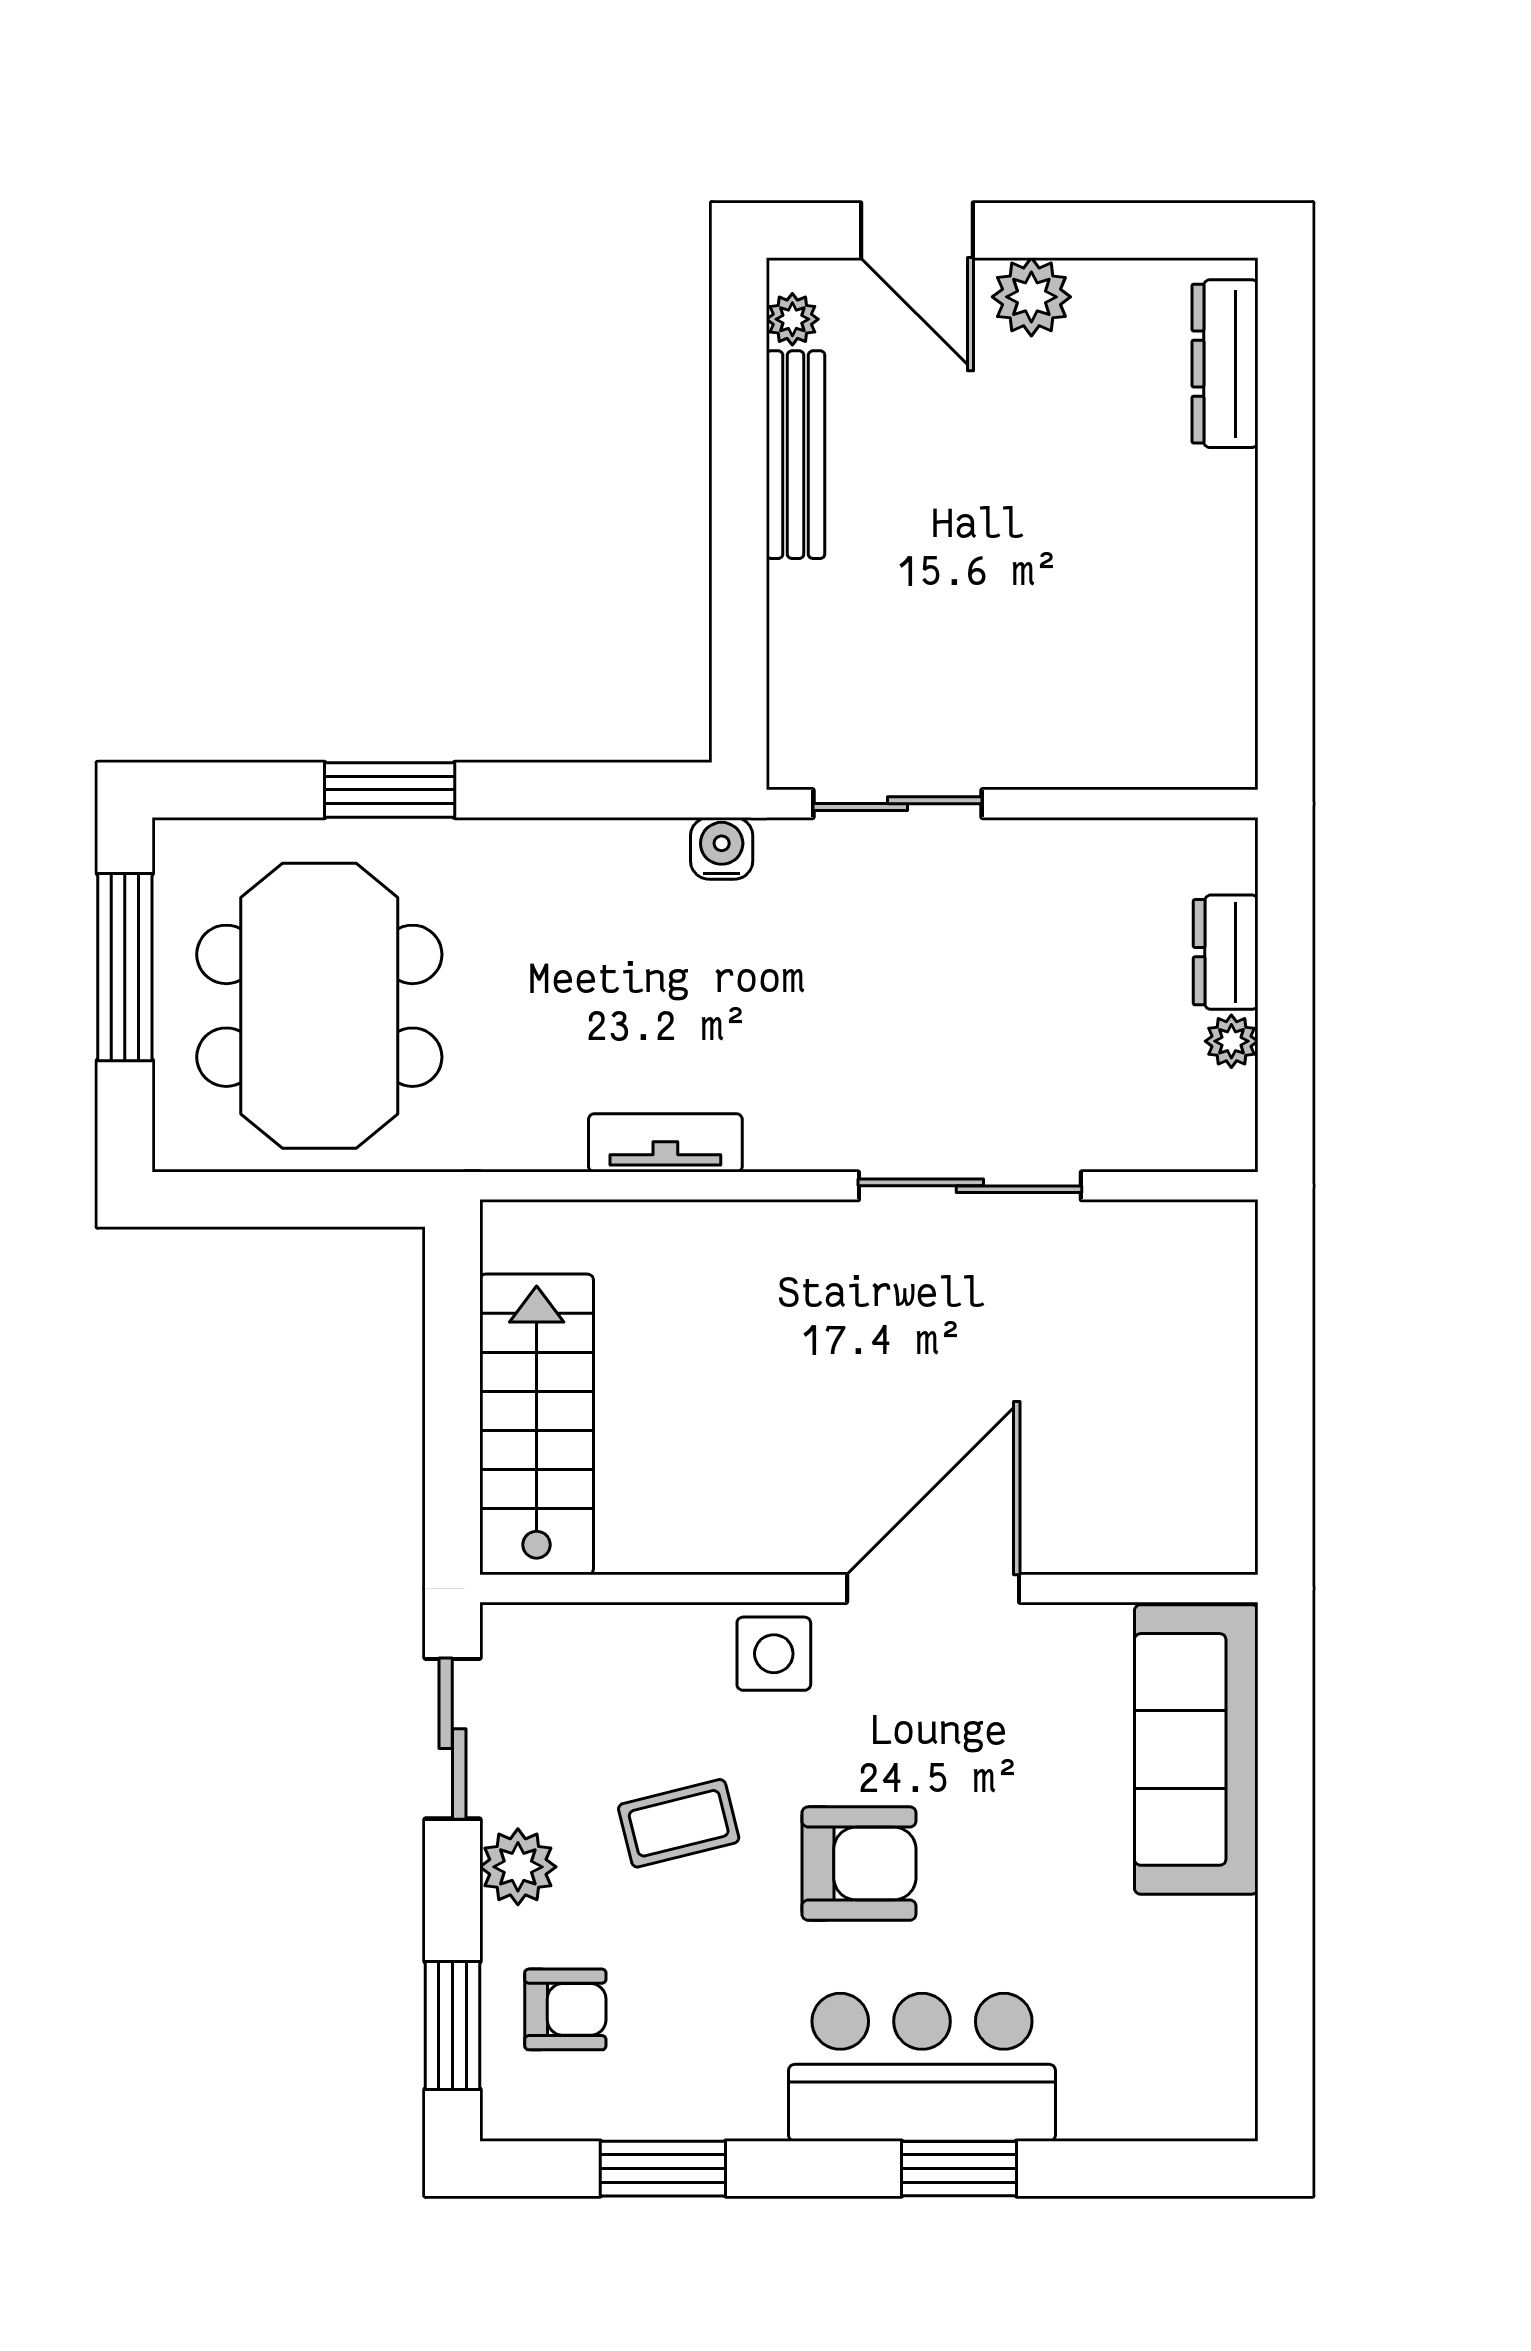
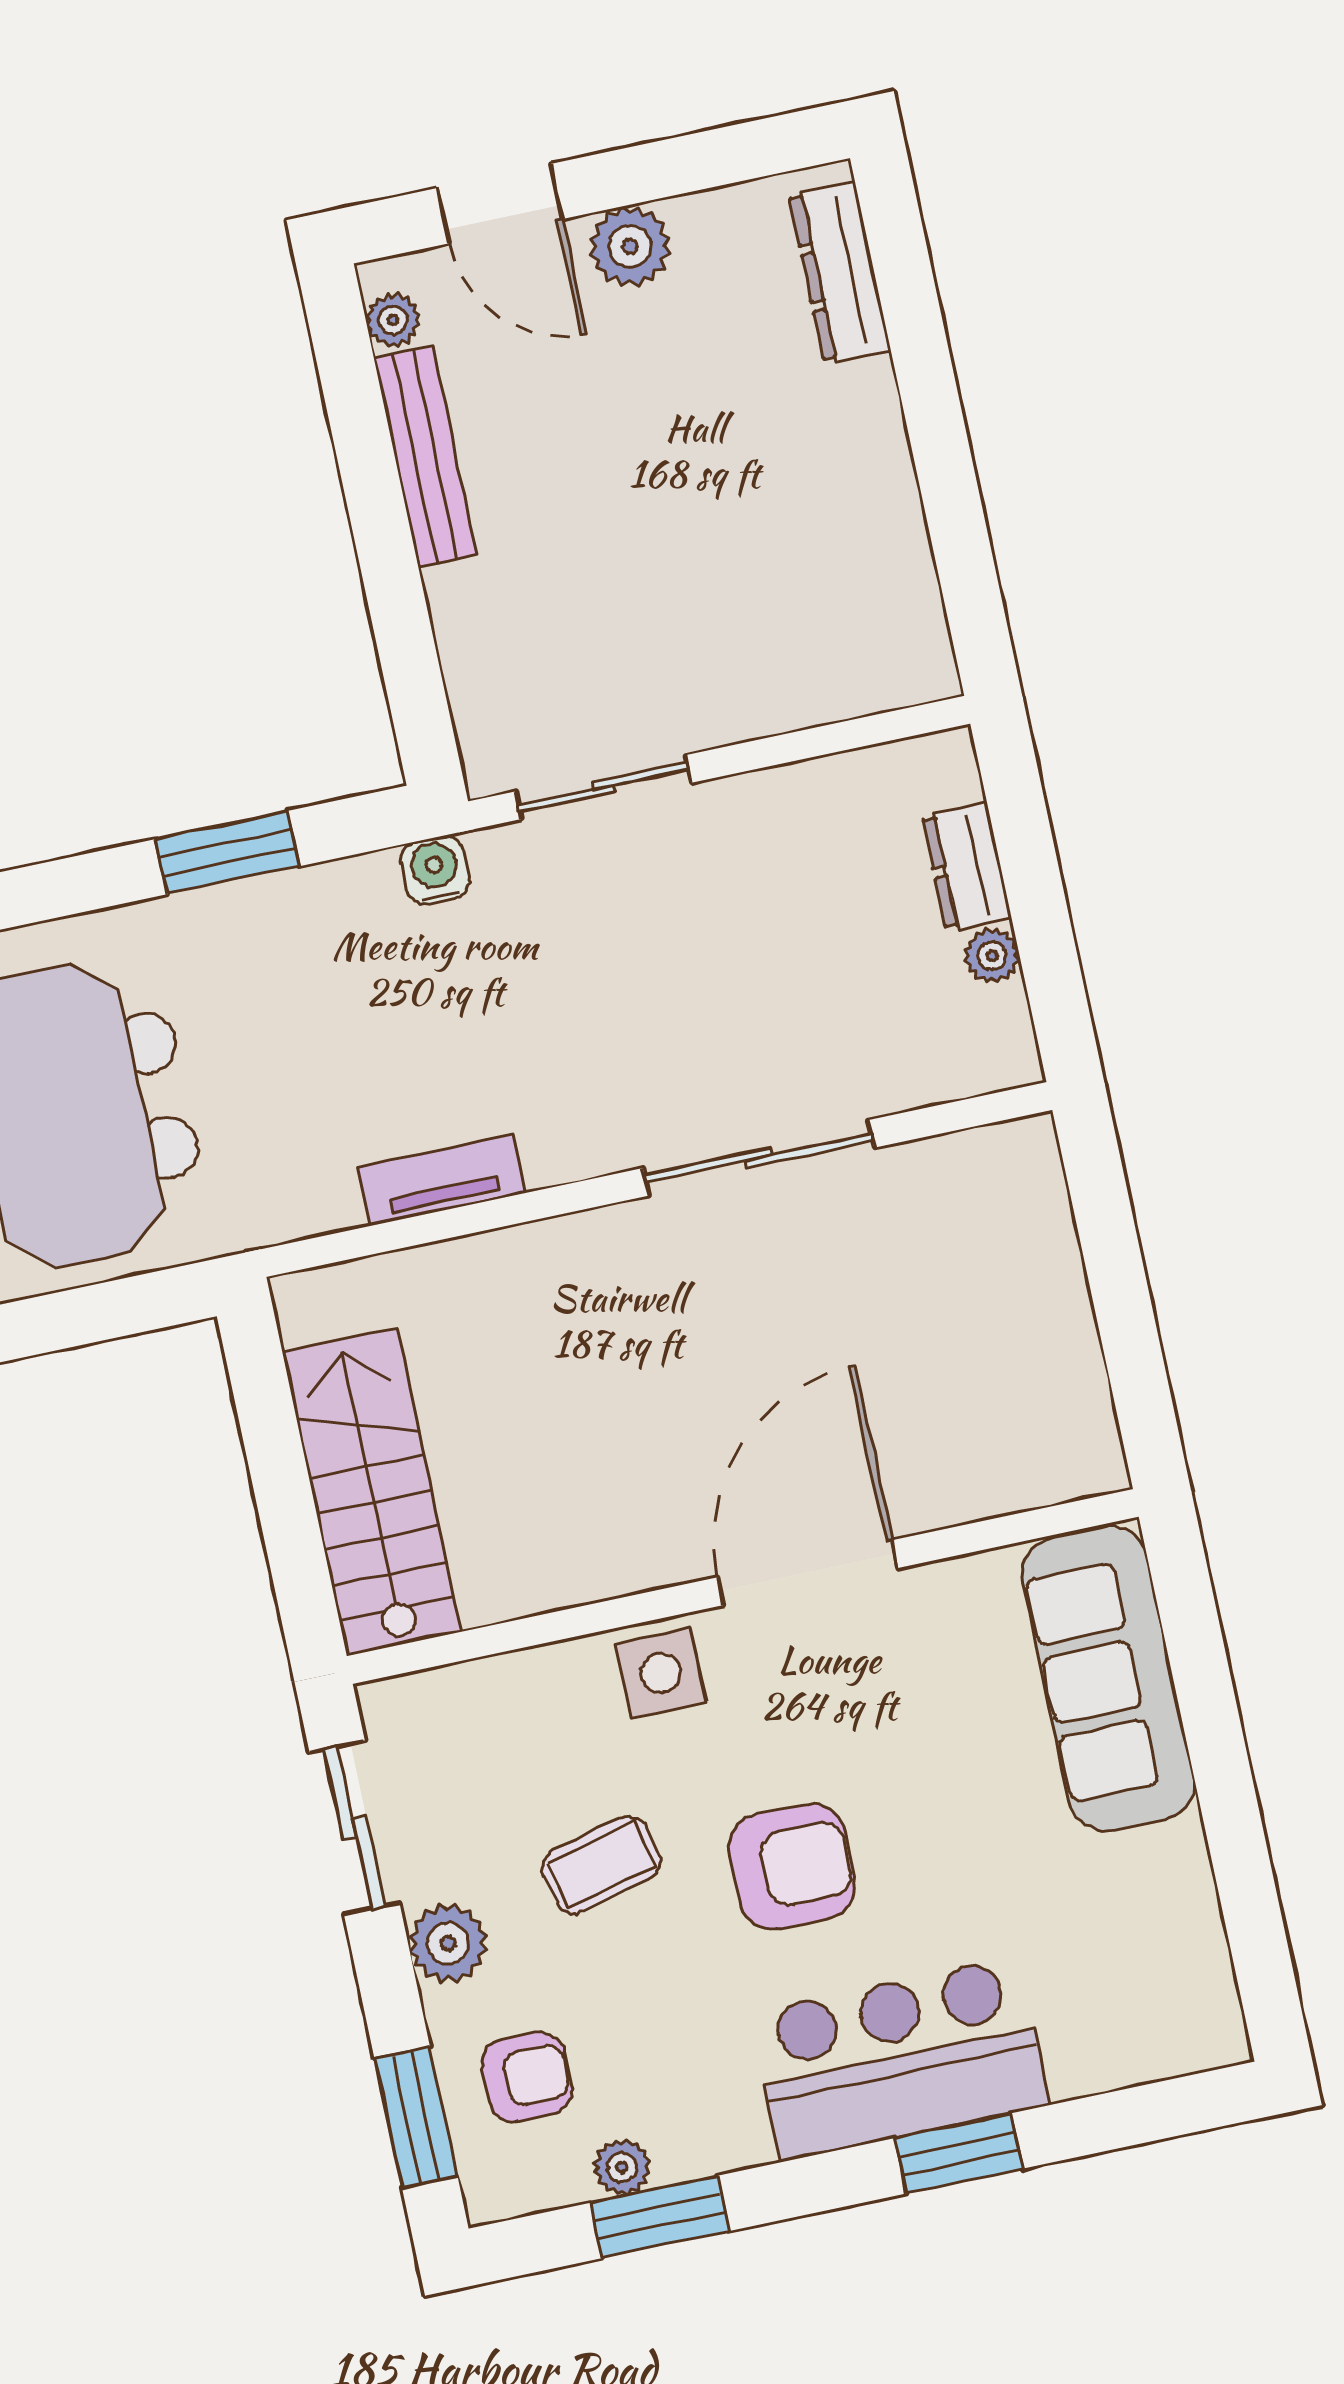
window: (390, 790) -> (227, 853), moved
plant: (638, 2114) -> (622, 2167), added

